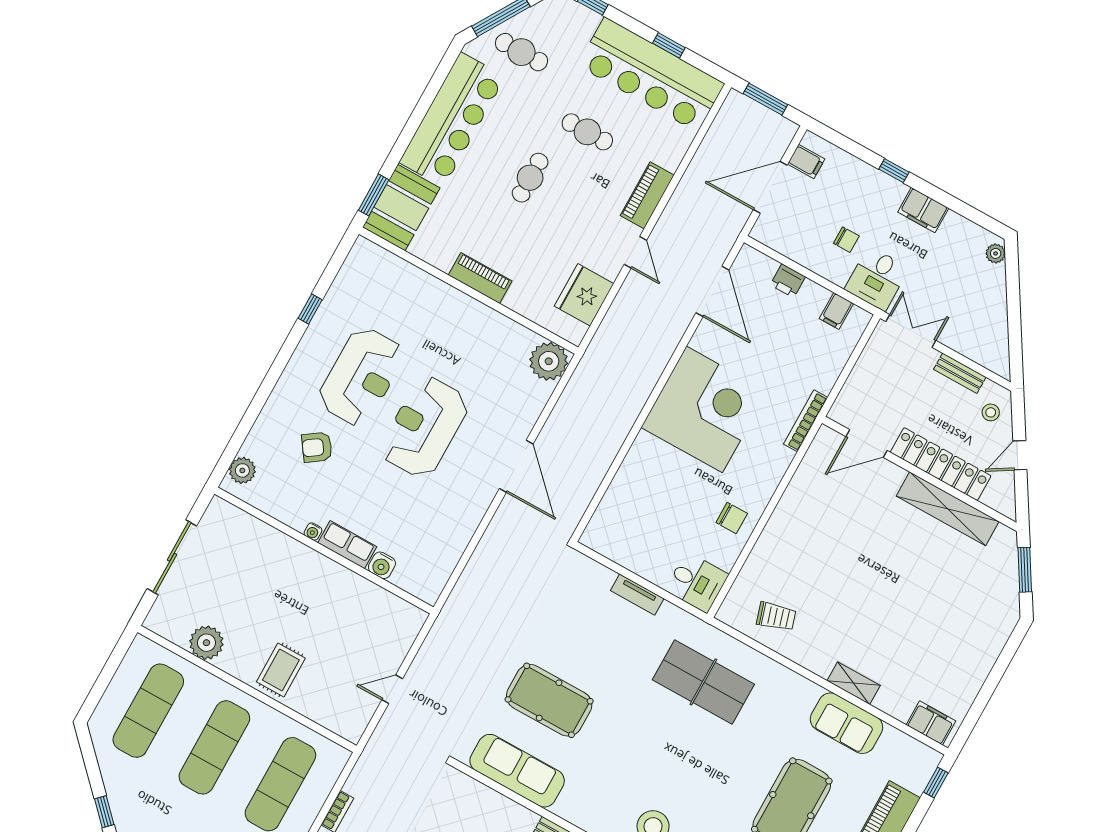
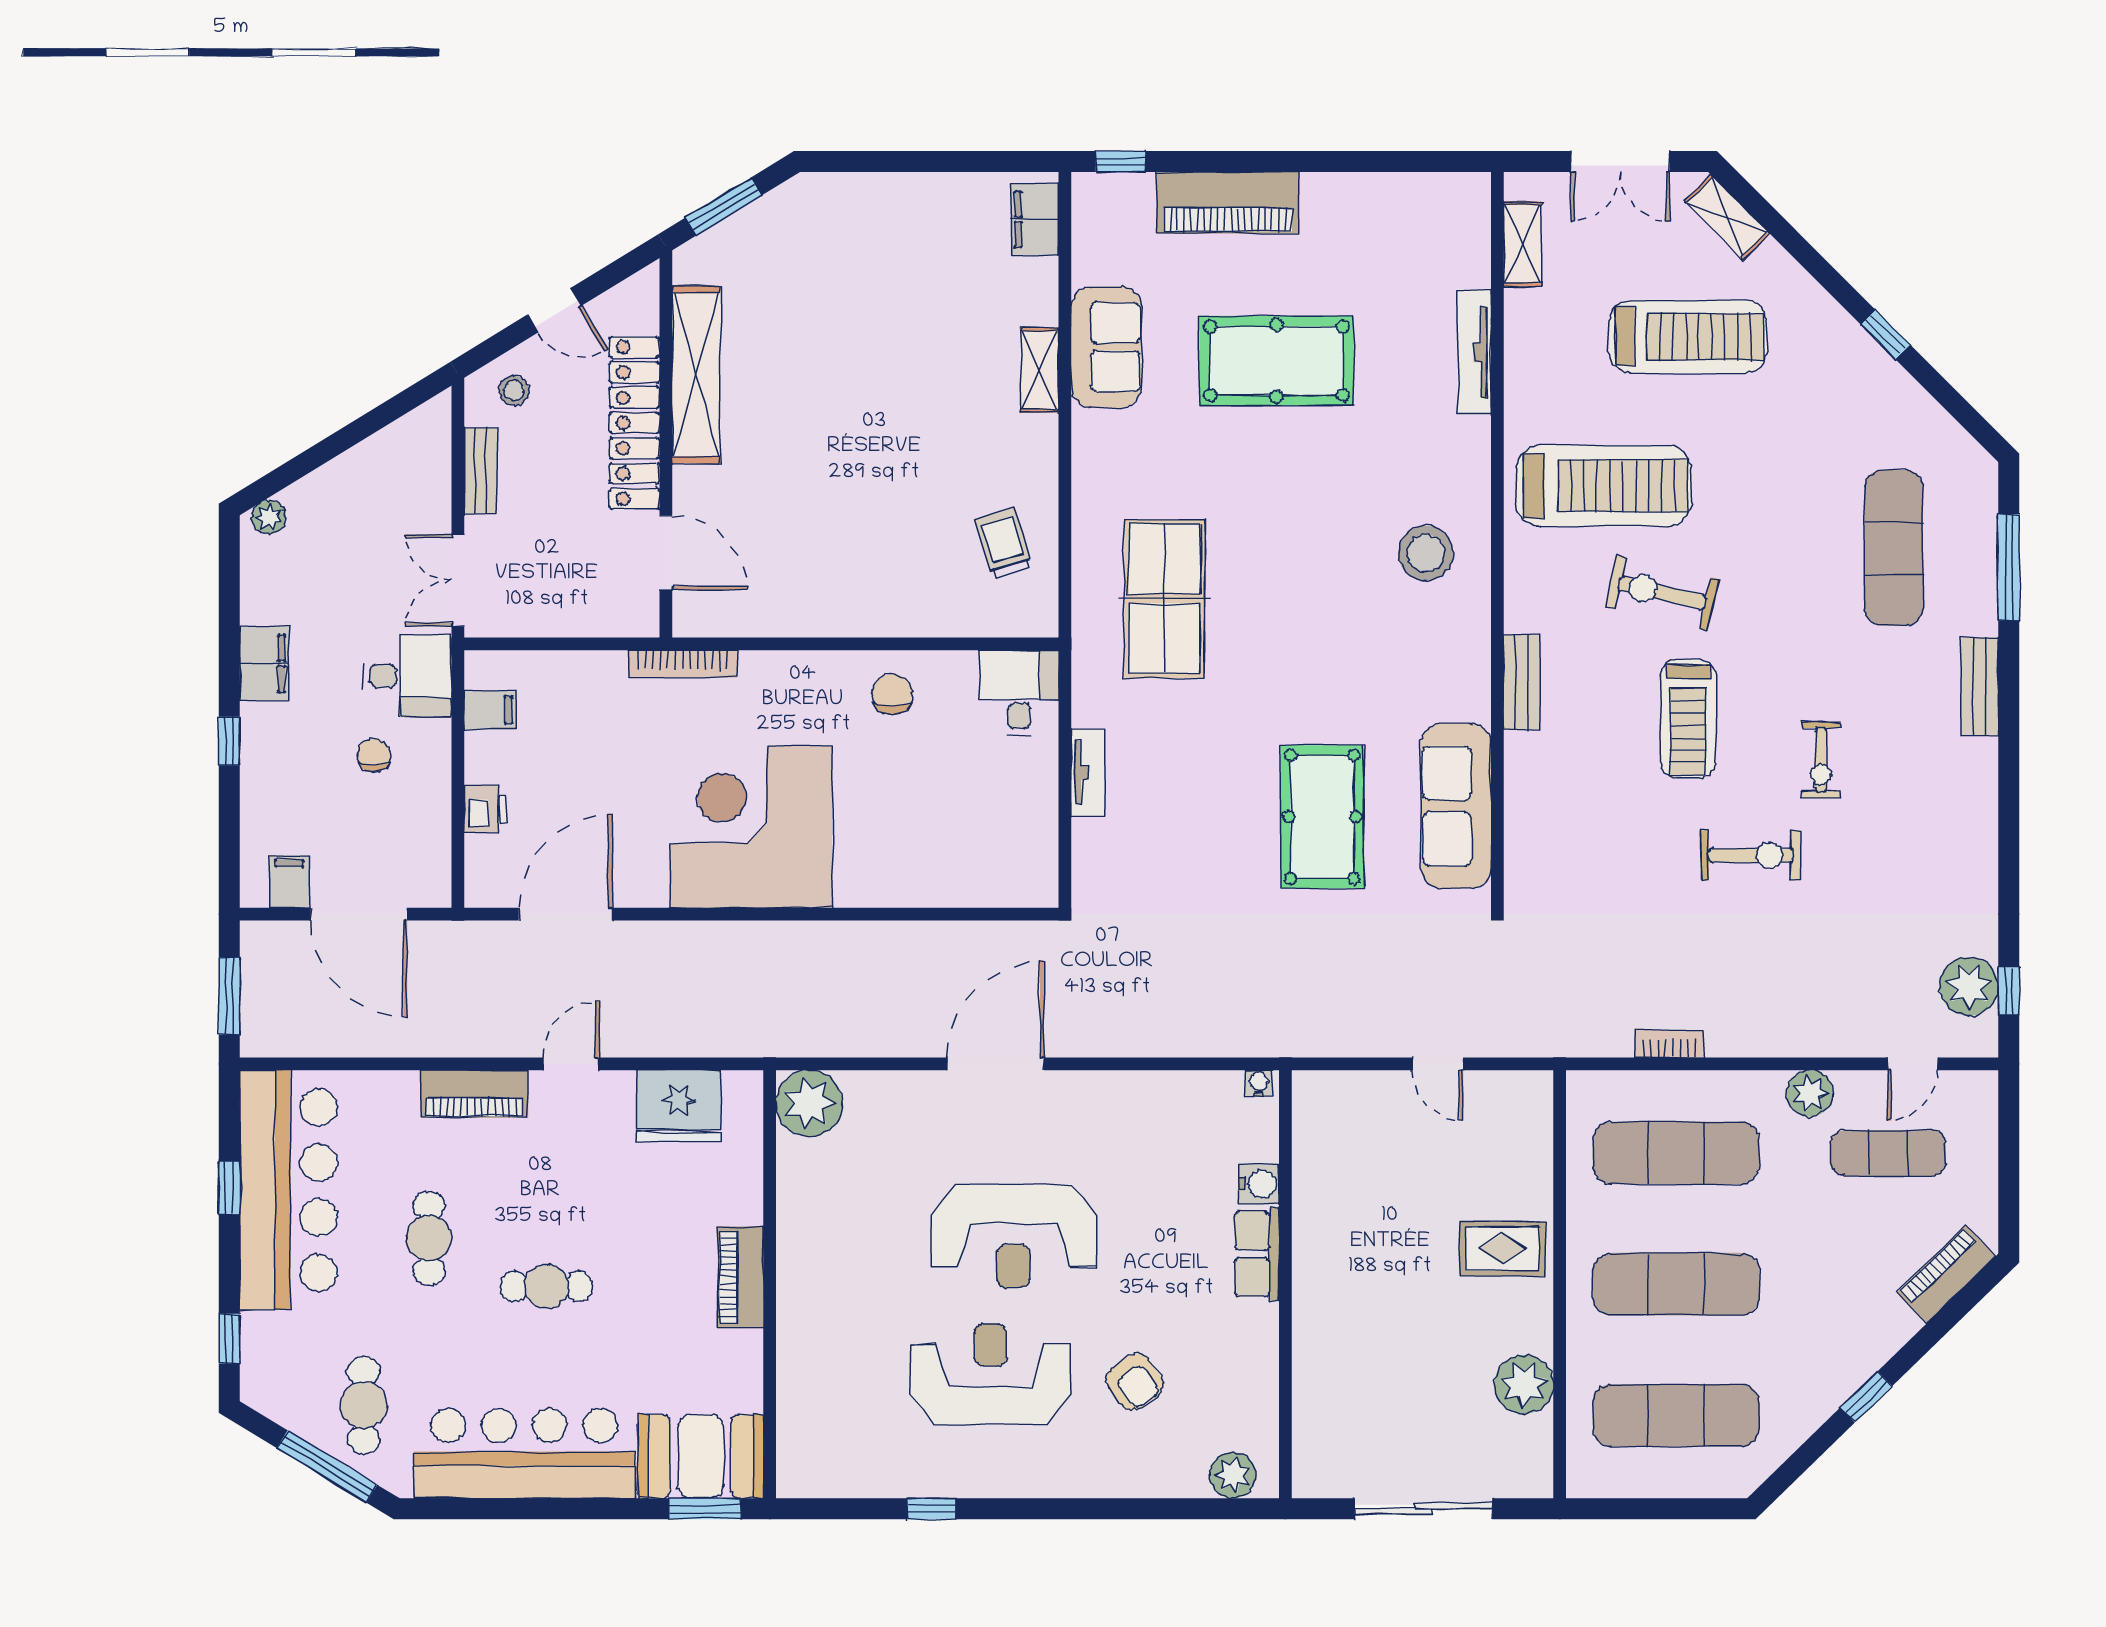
water cooler: (313, 532) -> (1259, 1083), moved, turned -90

